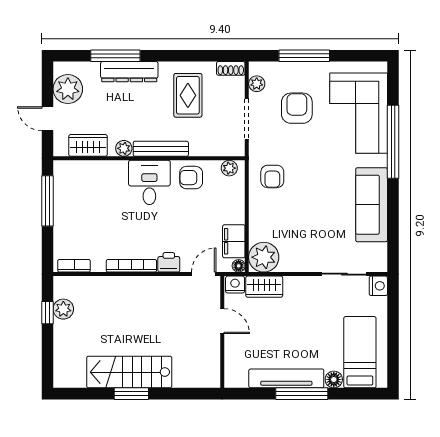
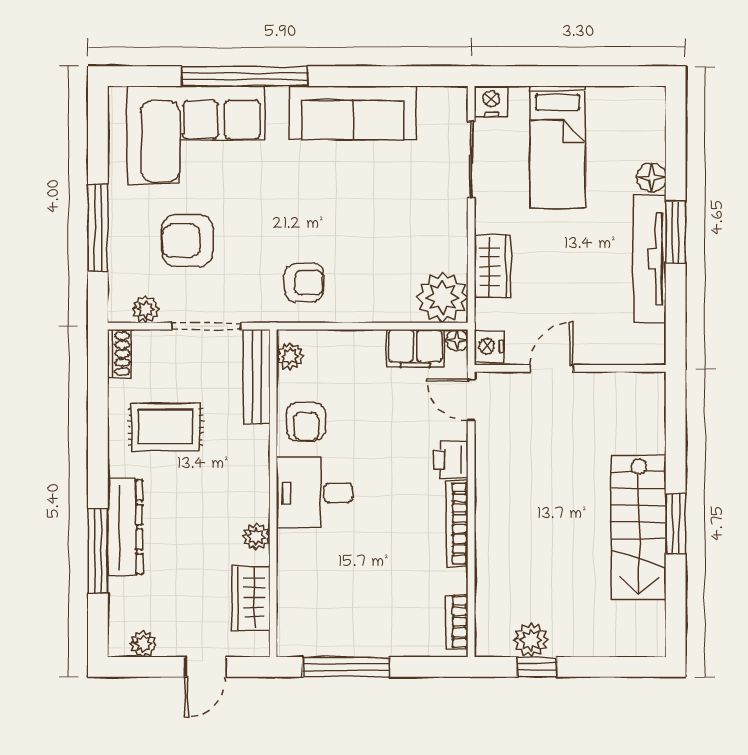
plant: (68, 89) -> (143, 644), width x0.53, depth x0.53
bench: (161, 149) -> (257, 376), moved
wardrobe: (264, 287) -> (493, 266), moved
bed: (360, 352) -> (558, 147), moved, turned -90
window: (302, 394) -> (676, 232), width x0.69

